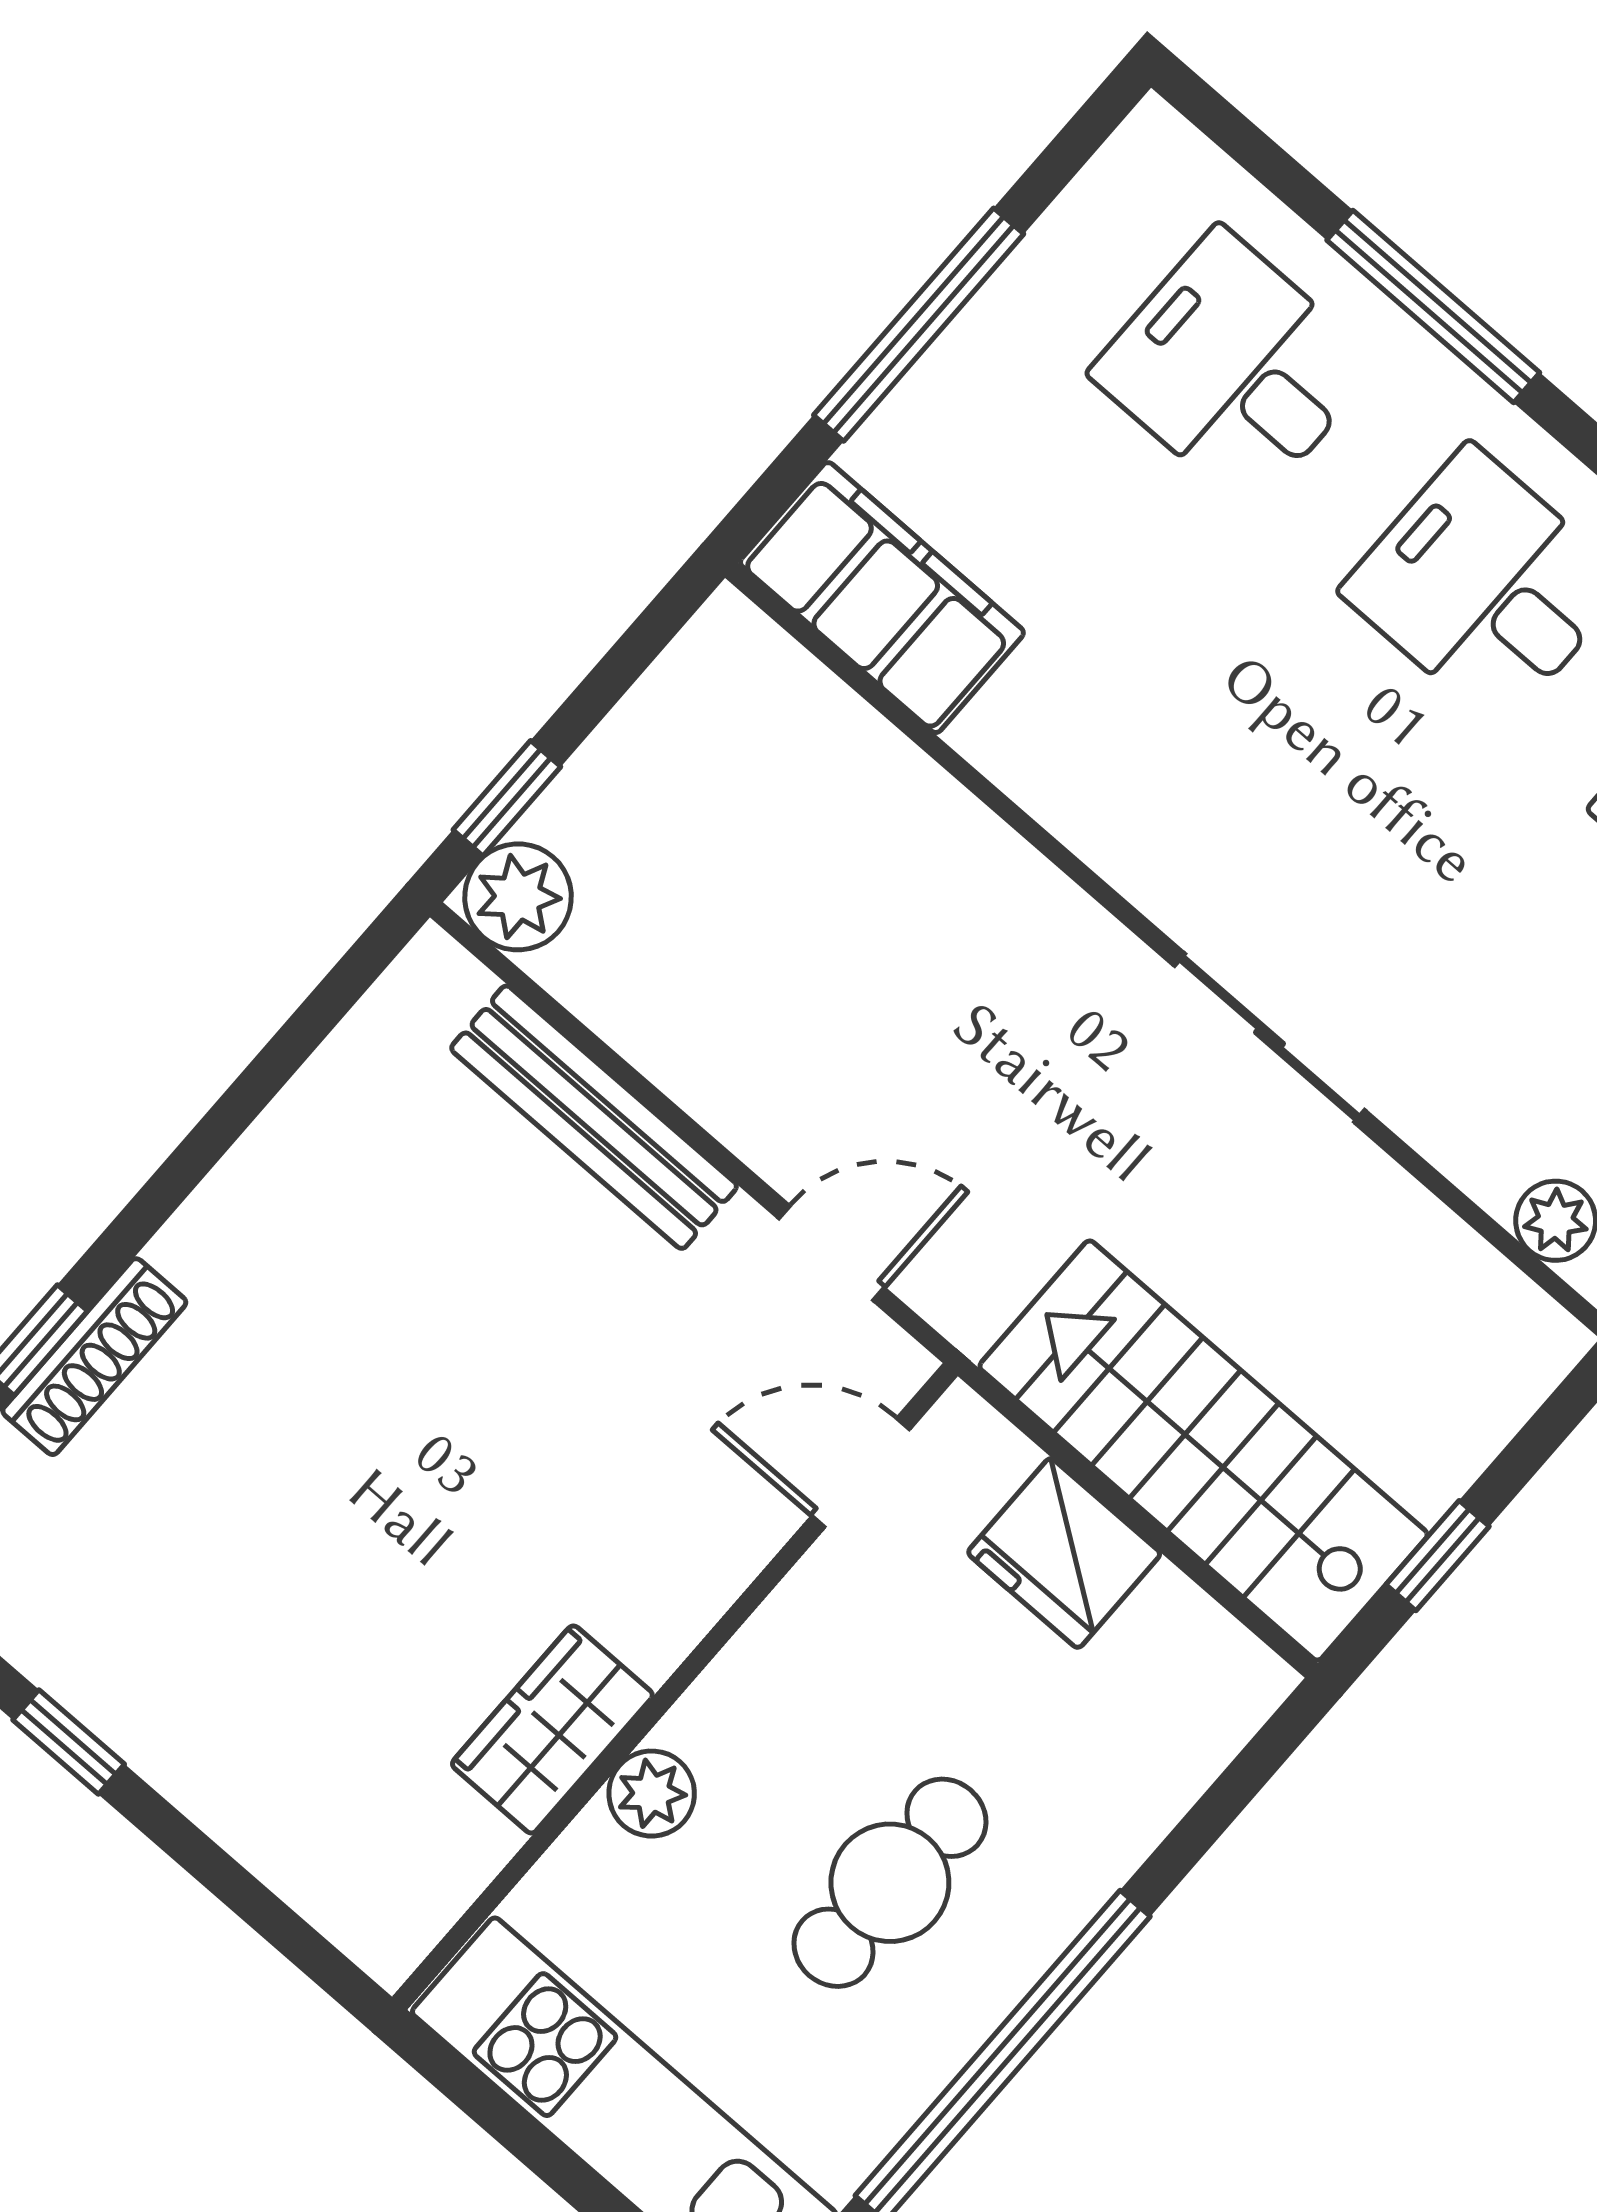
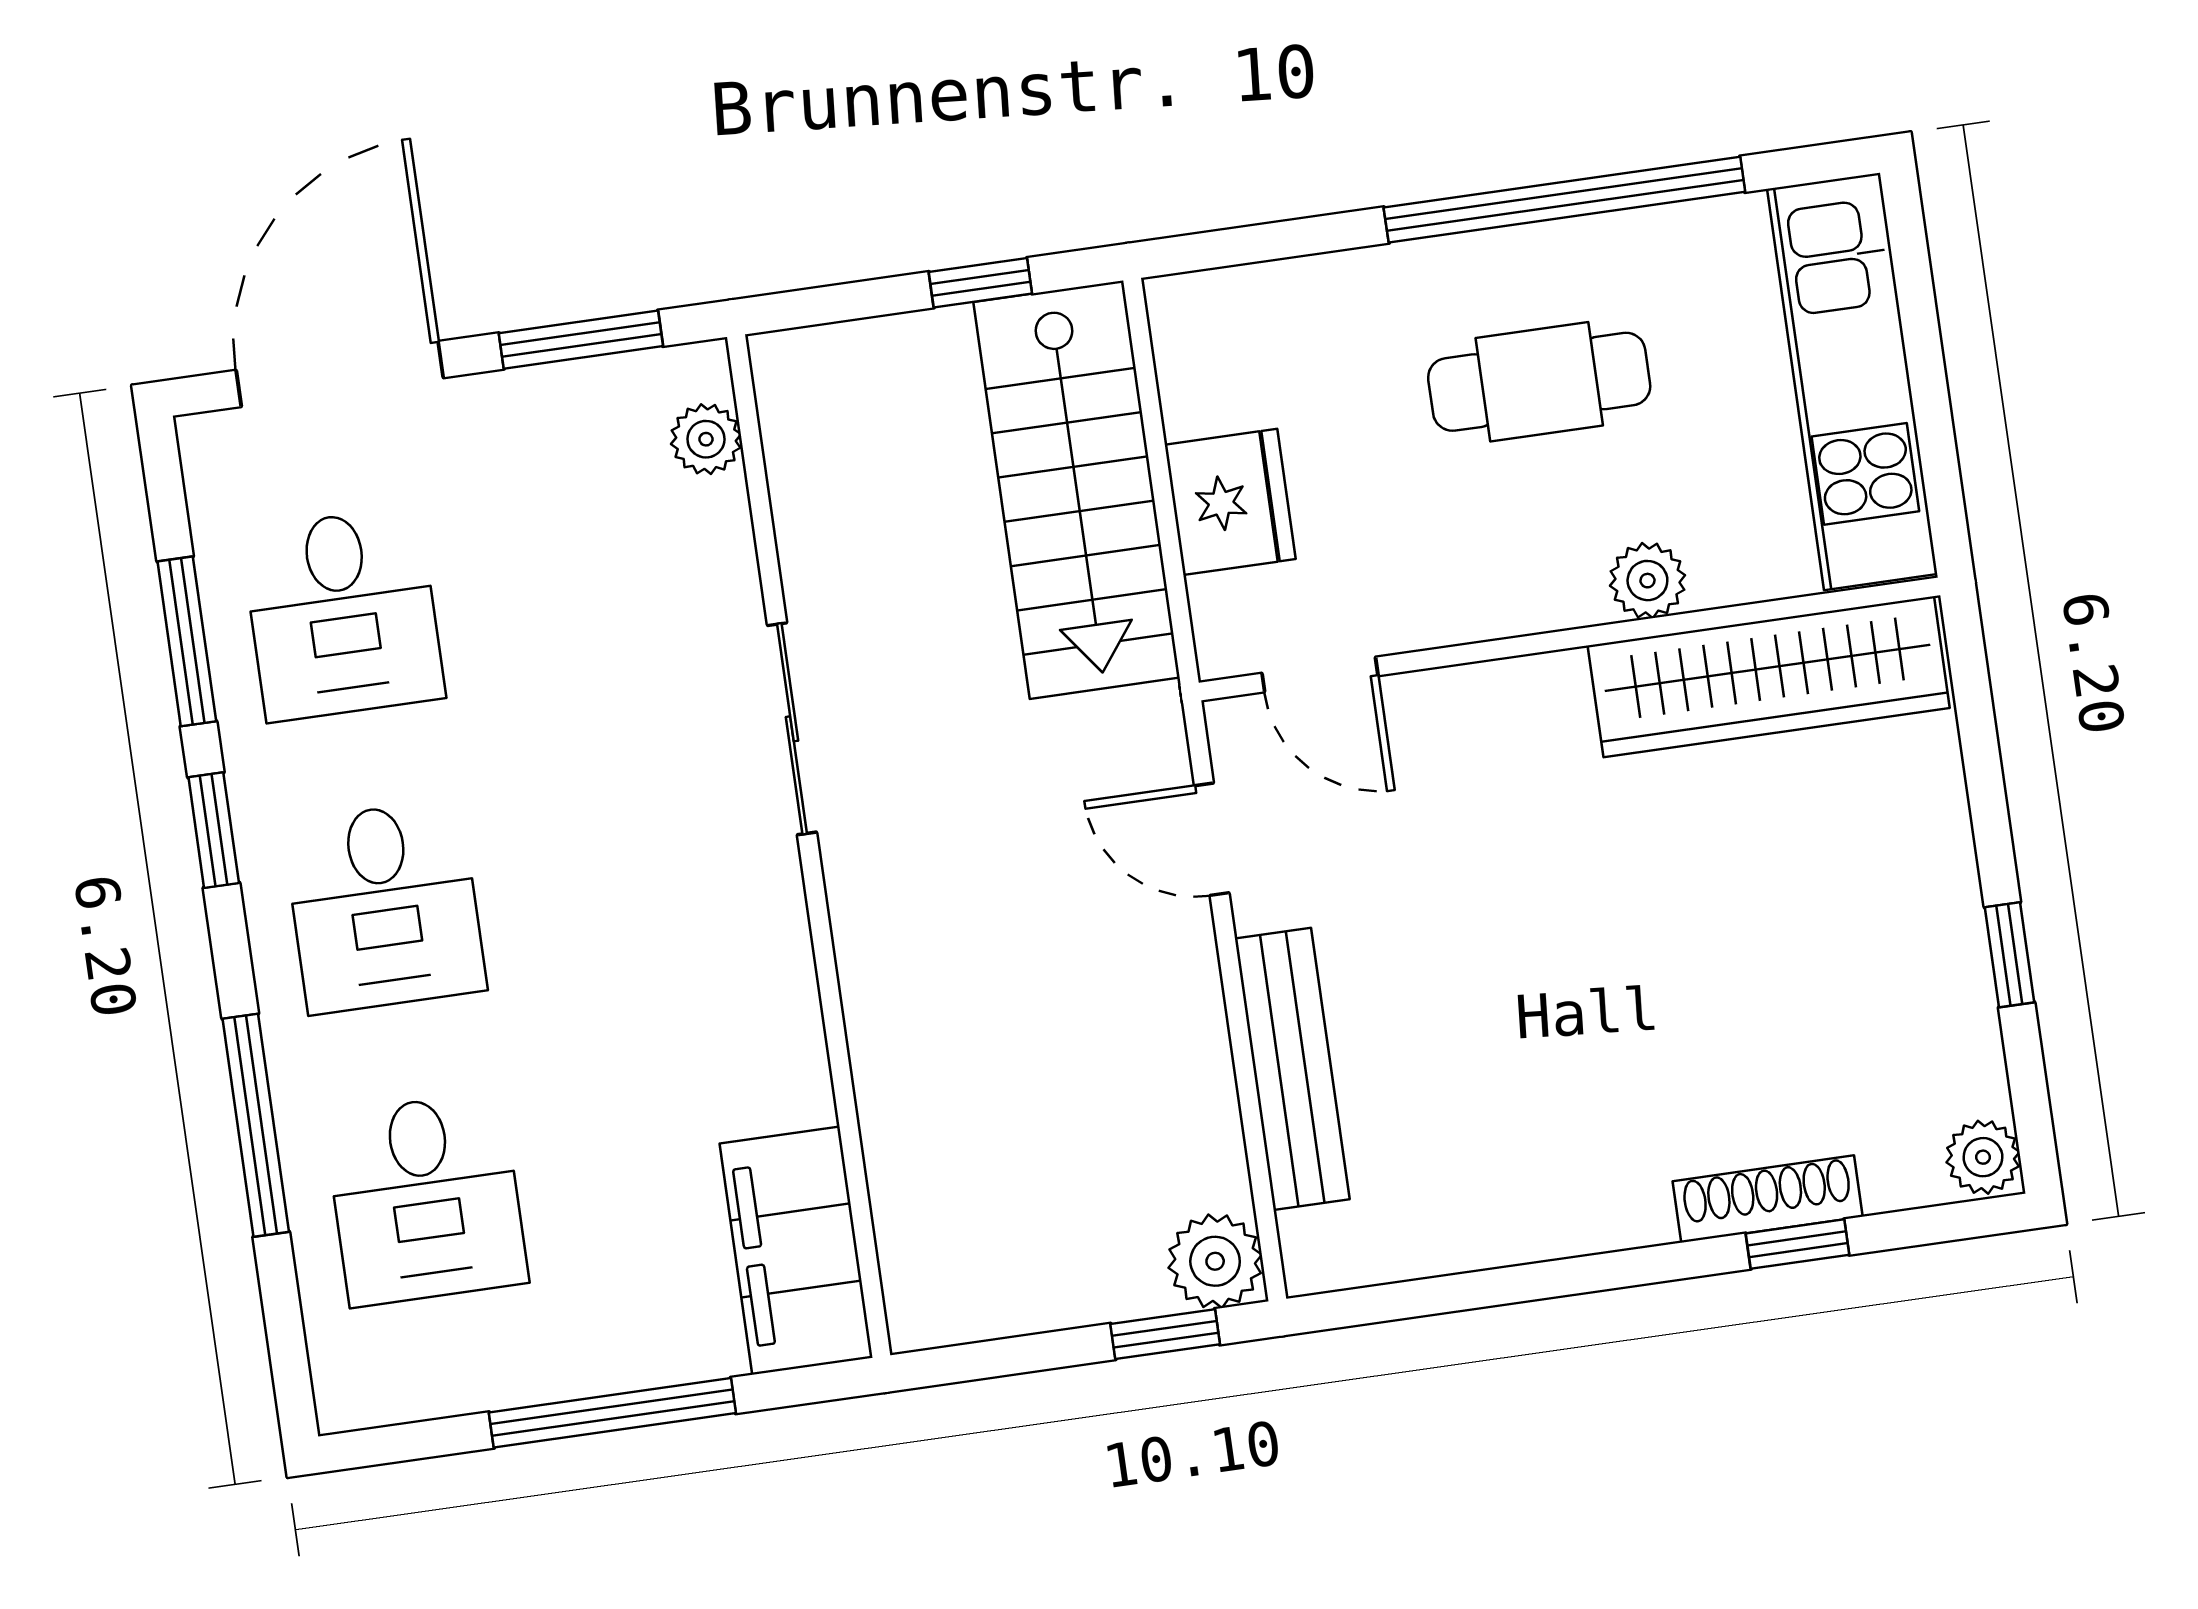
wardrobe: (552, 1729) -> (1769, 677), width x2.10, depth x1.17

